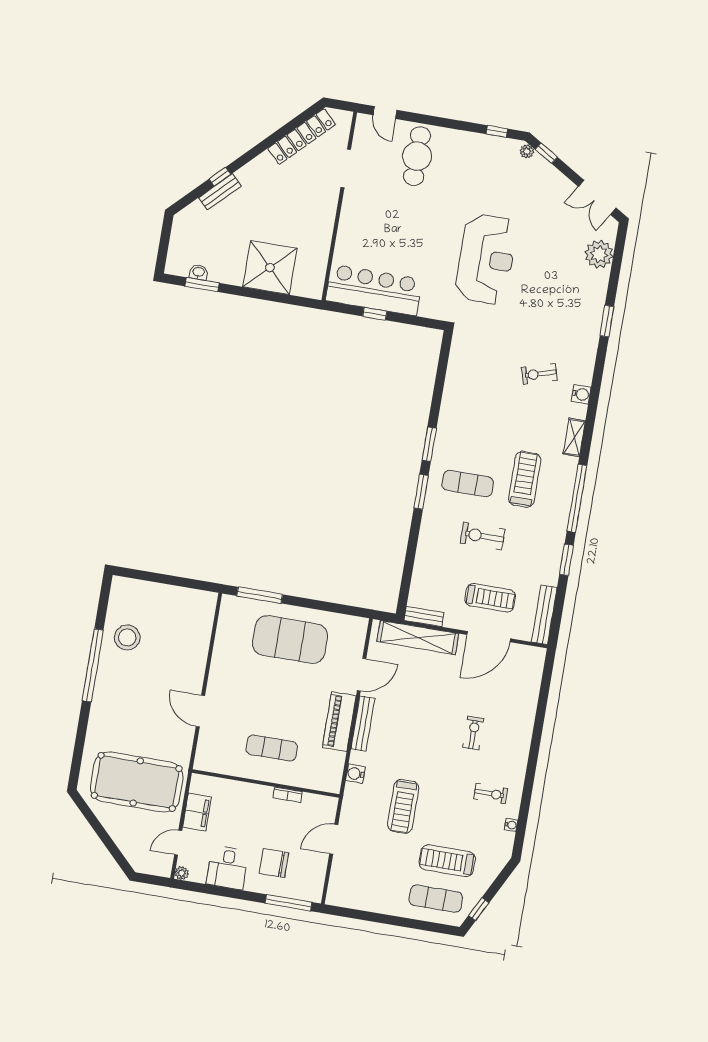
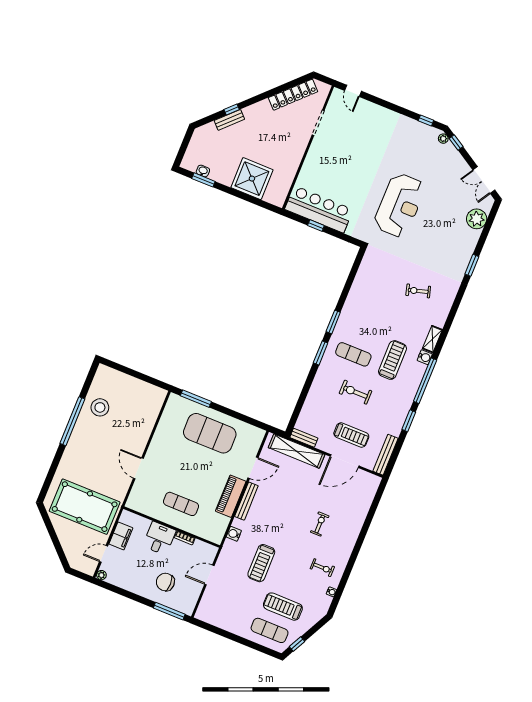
cafe table: (417, 156) -> (368, 125), removed
water cooler: (581, 394) -> (425, 357), moved
desk: (227, 868) -> (159, 538), moved, turned 180

